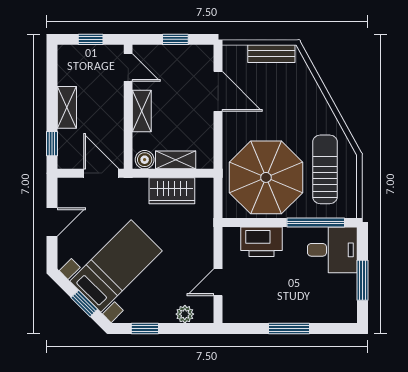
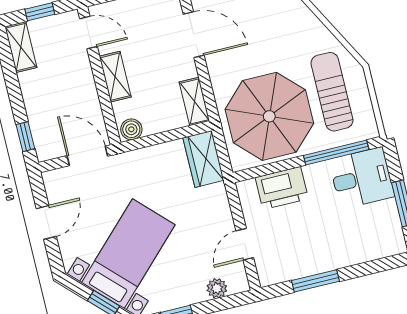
shelving: (67, 107) -> (21, 47), moved
shelving: (176, 160) -> (194, 101), moved, turned 90
wardrobe: (172, 191) -> (204, 159), moved, turned 90
window: (289, 329) -> (315, 281), moved

